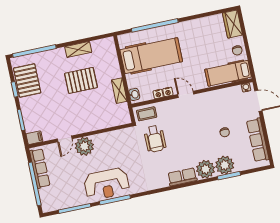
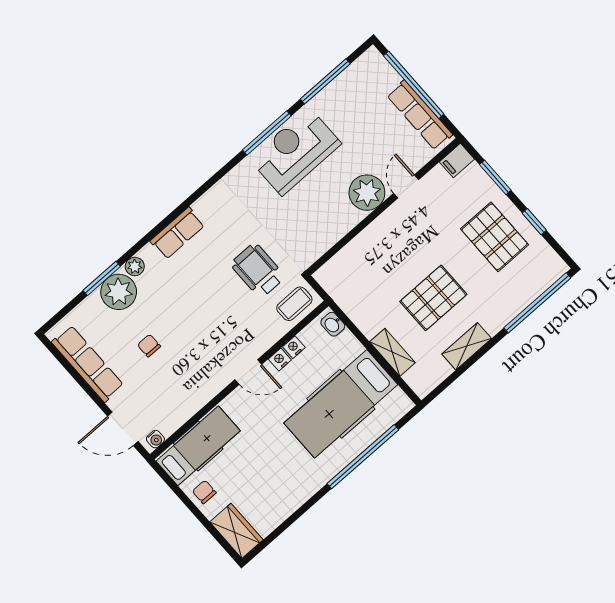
pallet: (27, 80) -> (494, 237), moved
shelving: (119, 91) -> (392, 352), moved
plant: (205, 169) -> (135, 266), width x0.53, depth x0.53

